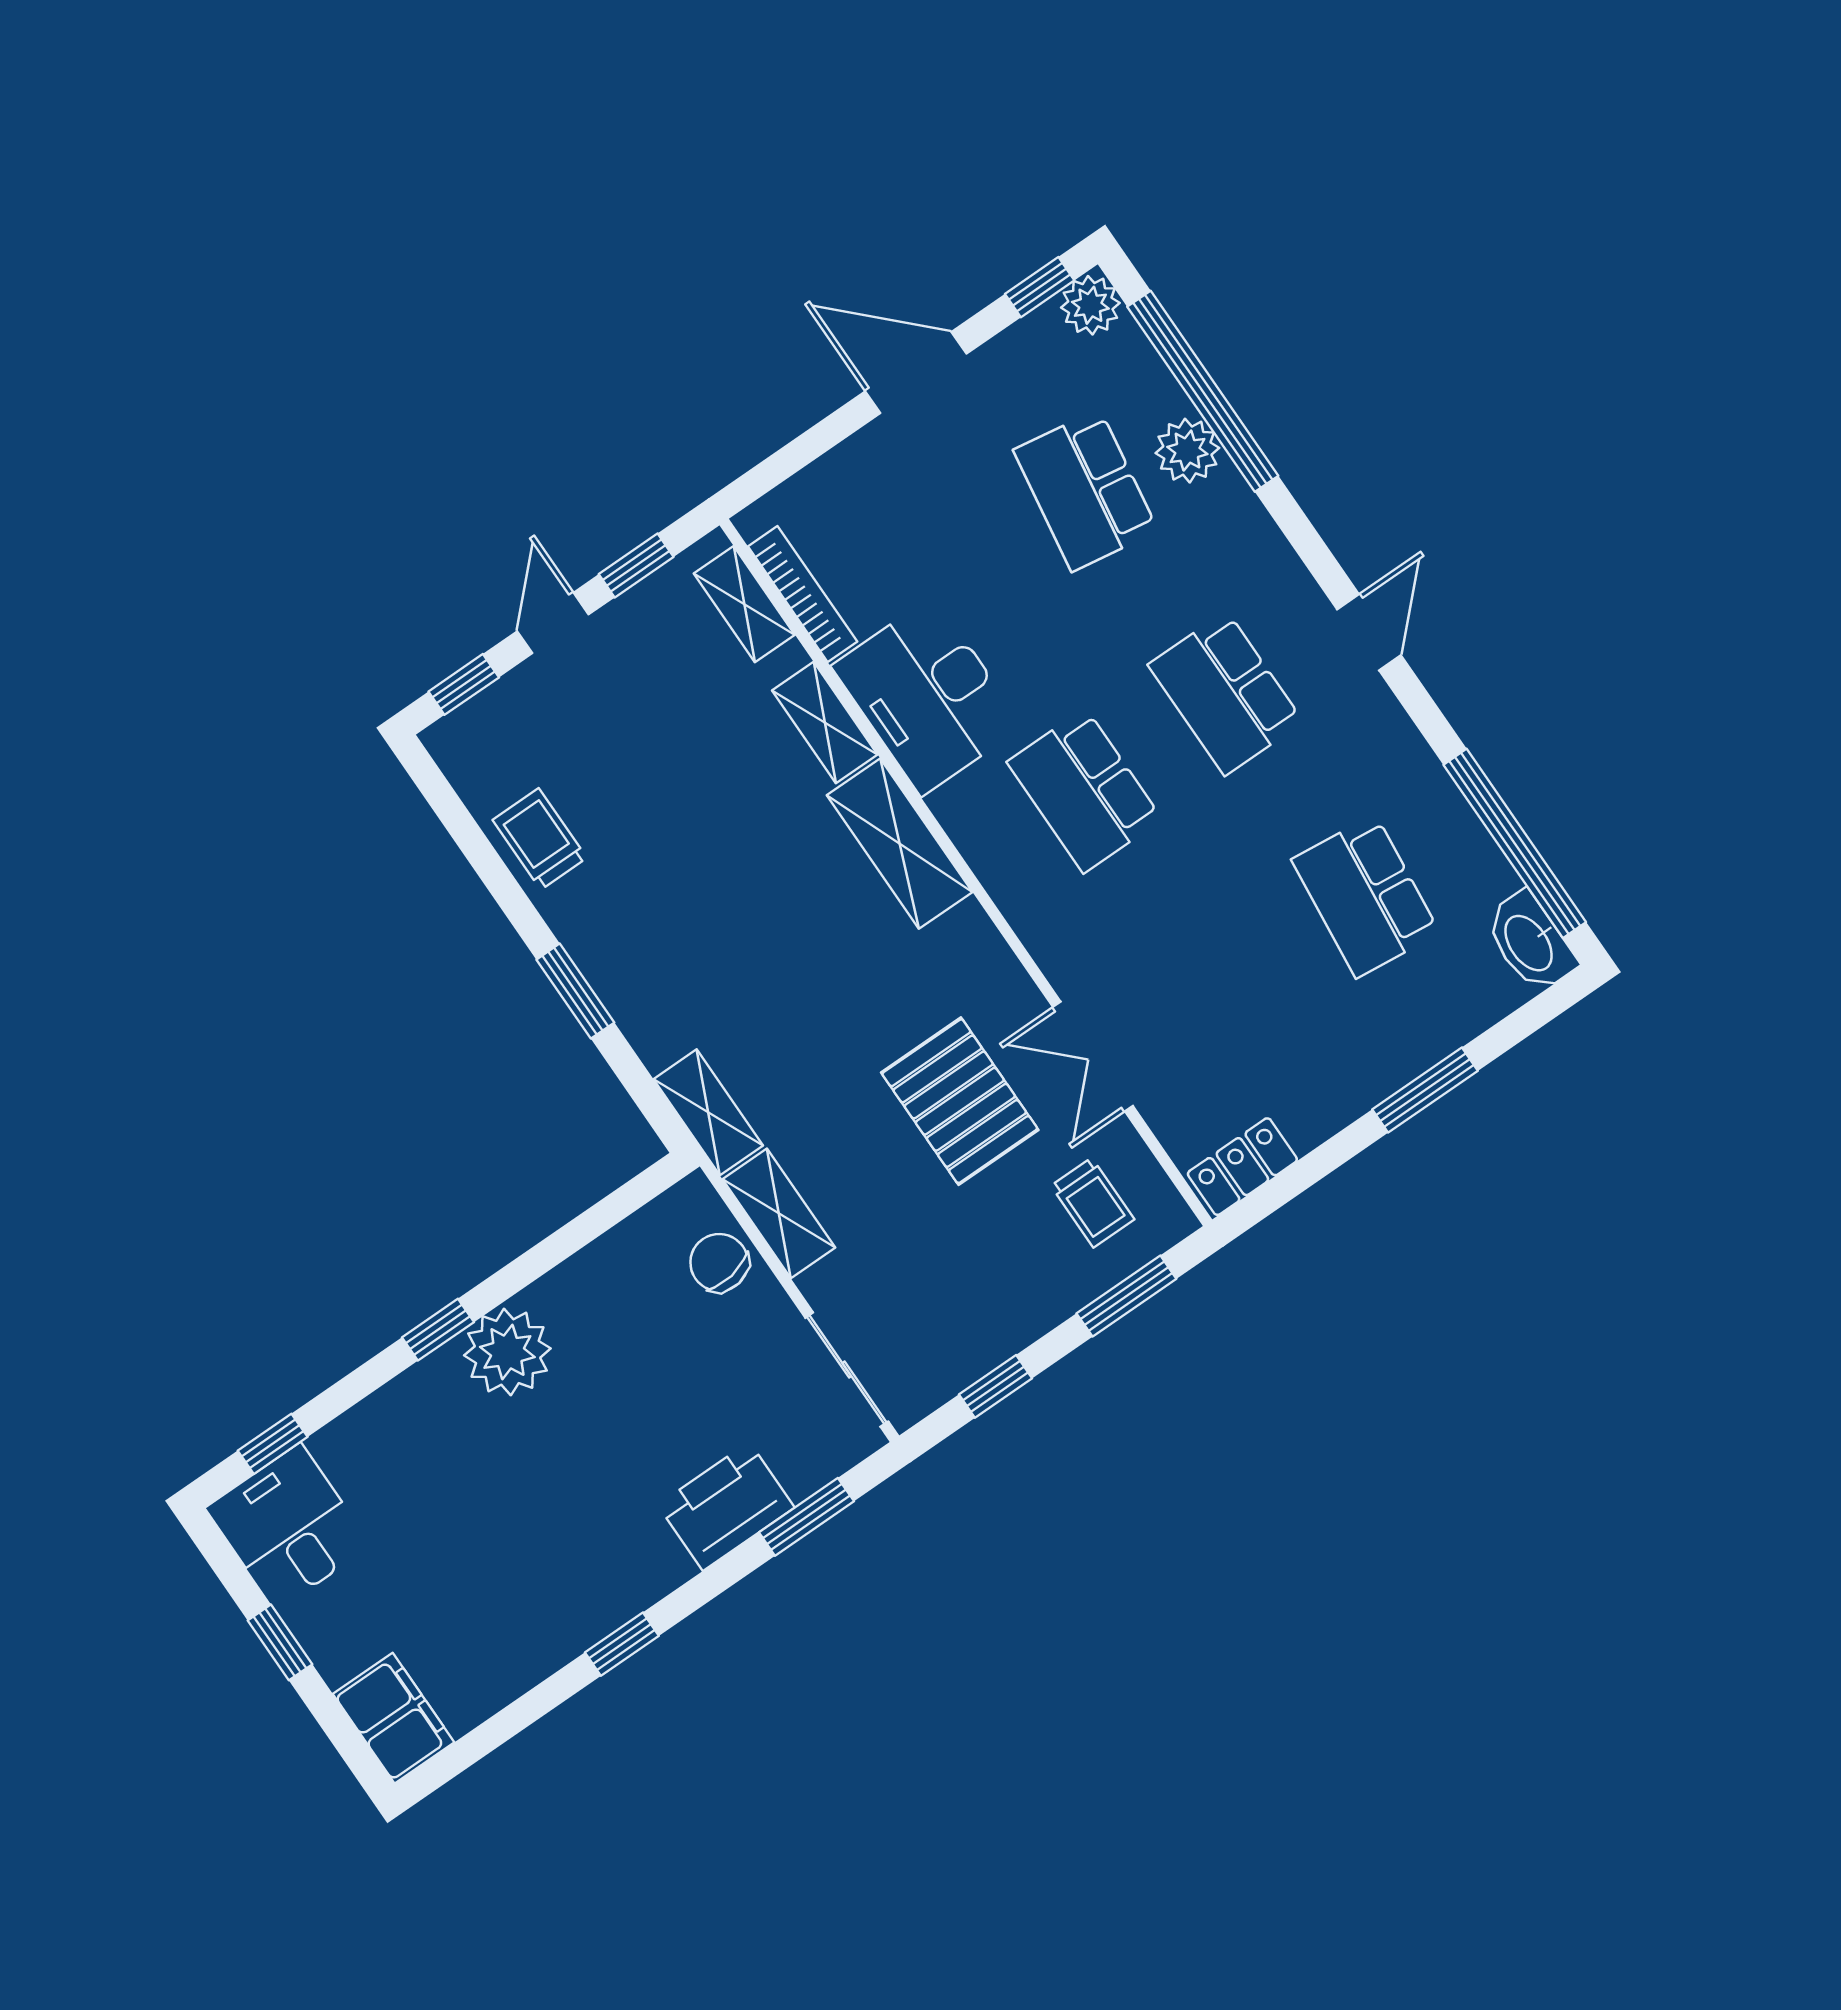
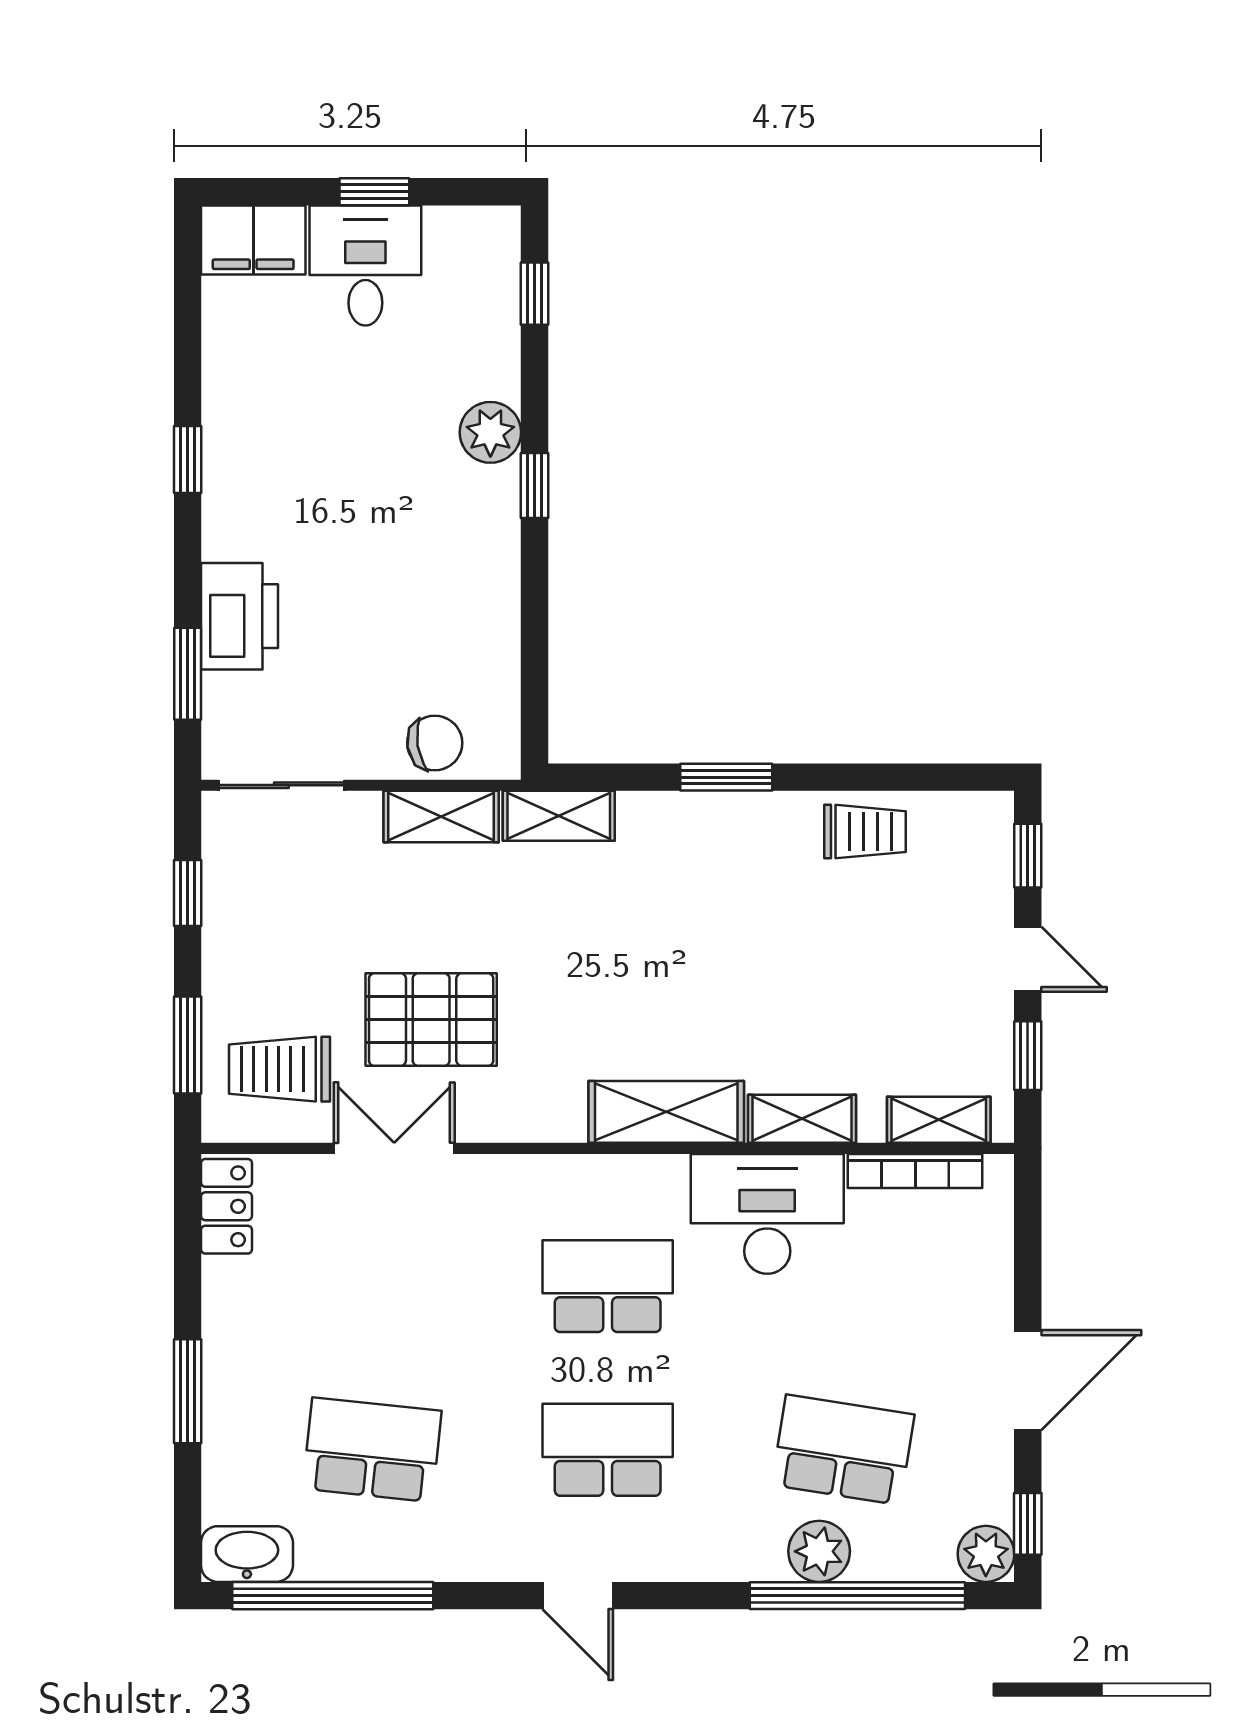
trolley: (1093, 1203) -> (279, 1069), width x1.36, depth x1.39
plant: (507, 1352) -> (490, 432), moved, width x0.73, depth x0.73
desk: (288, 1527) -> (365, 265), moved, turned -90

